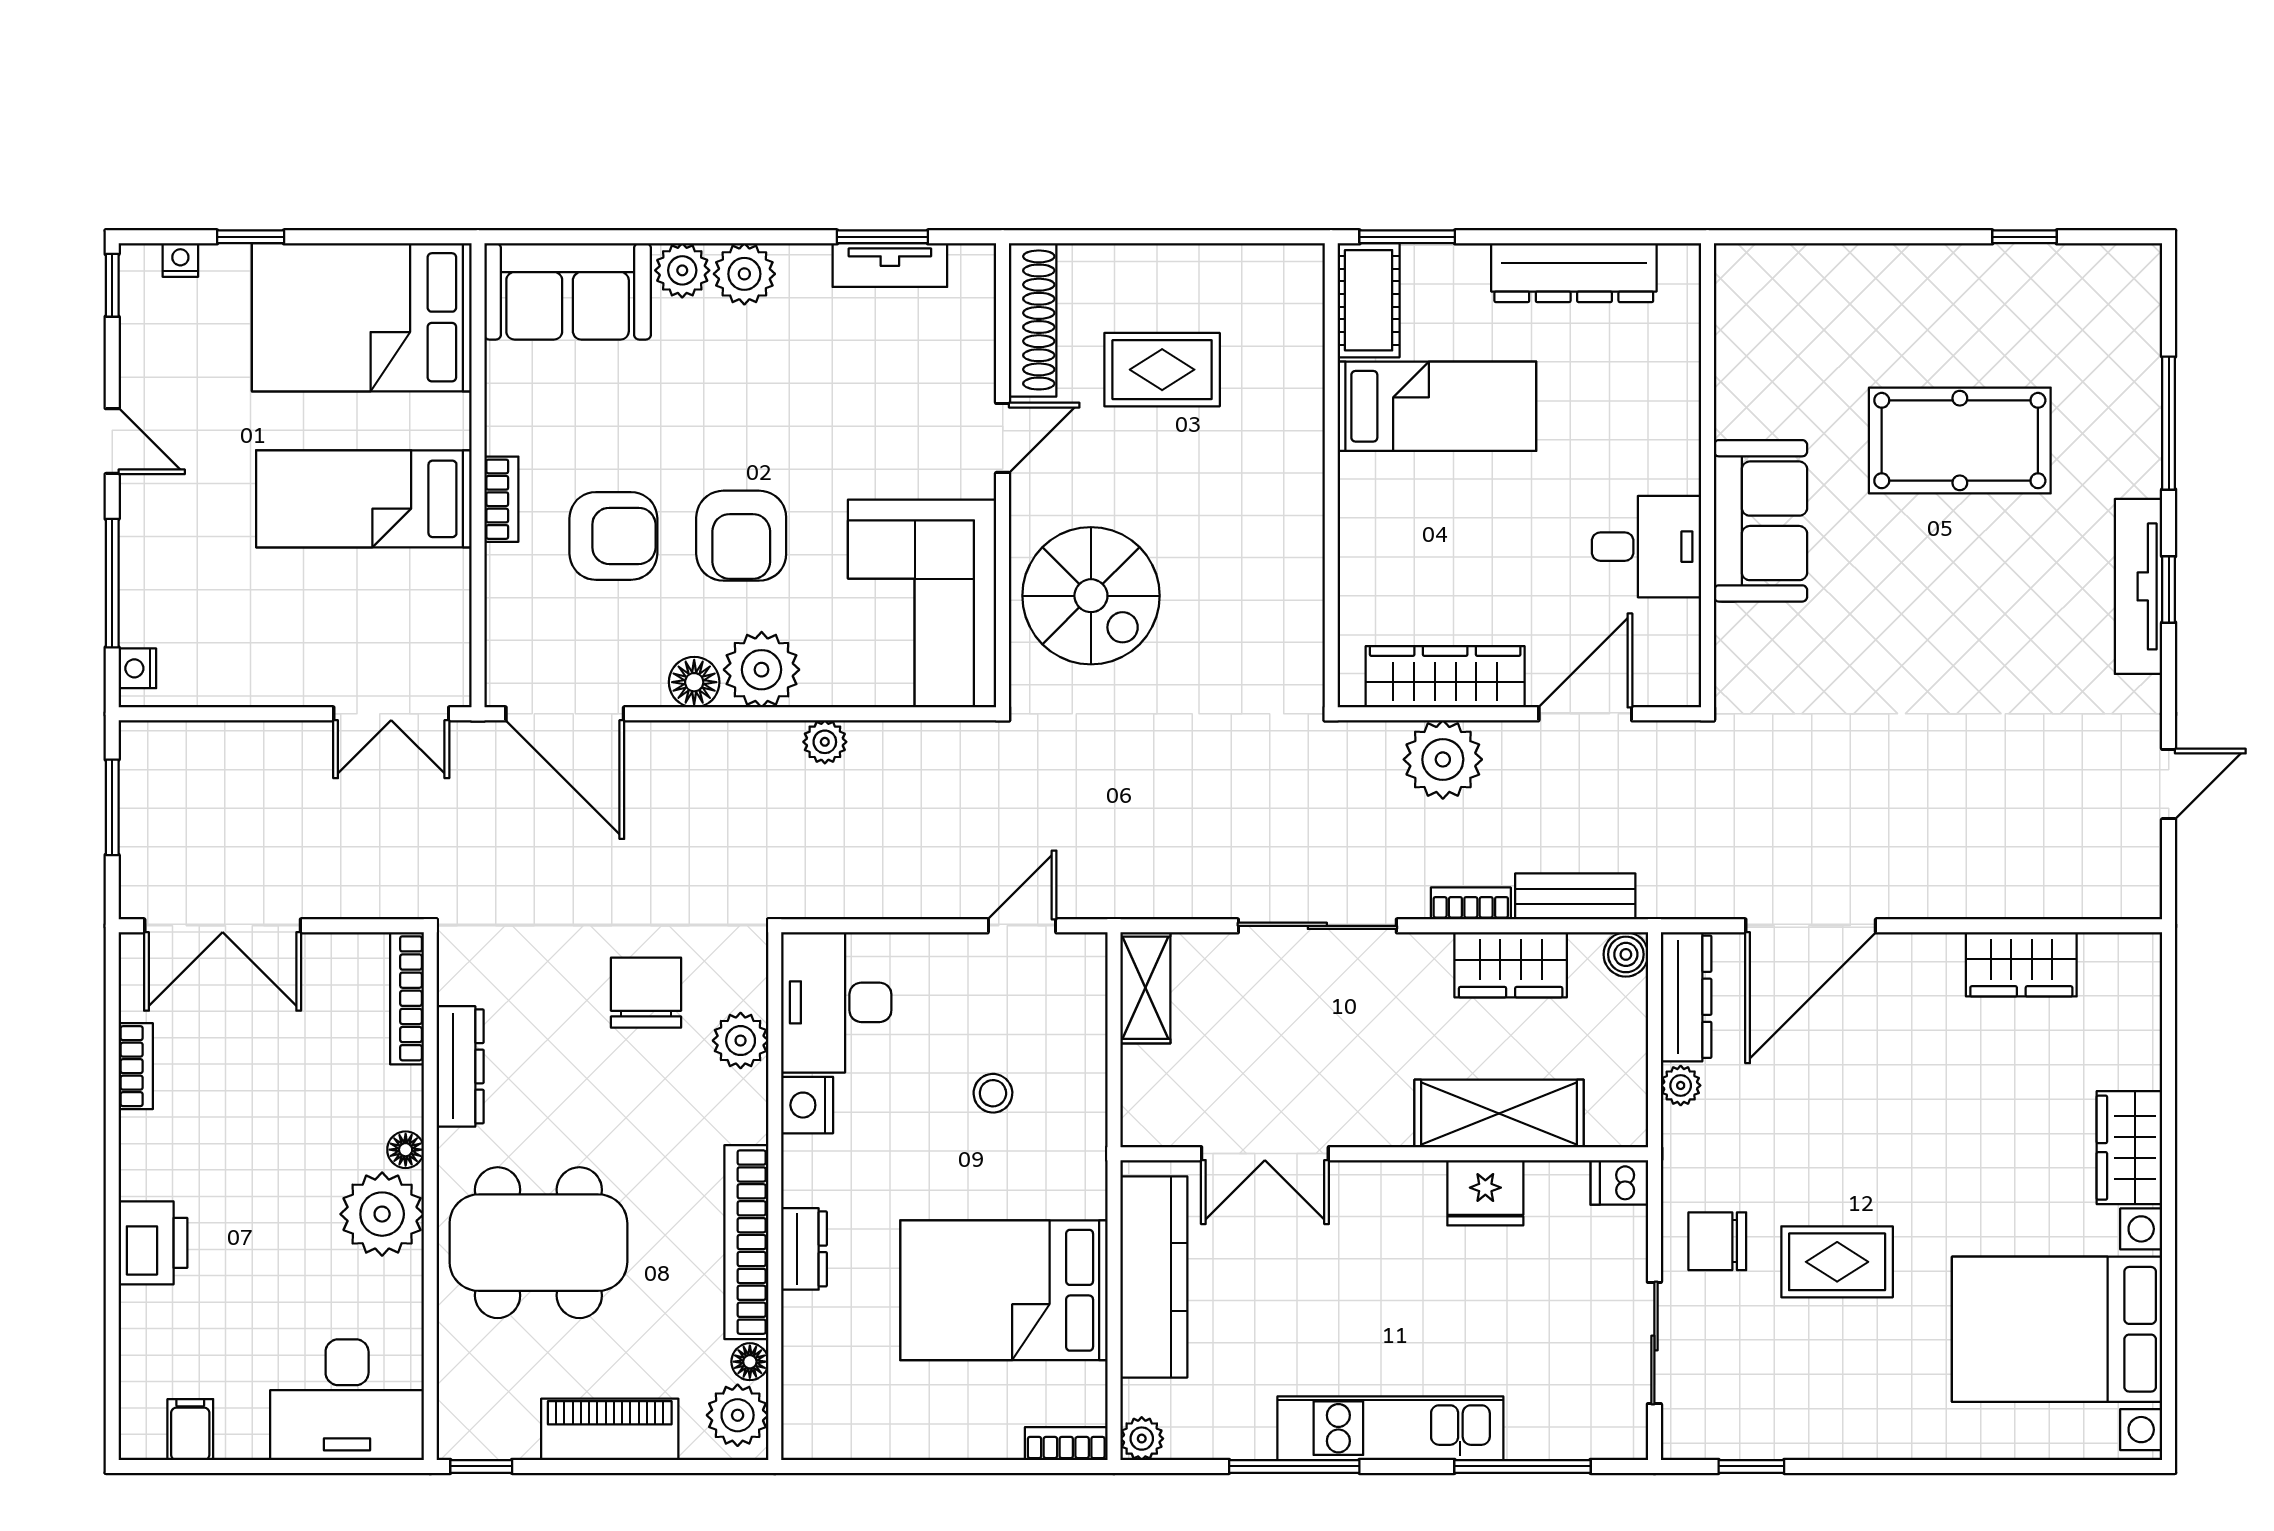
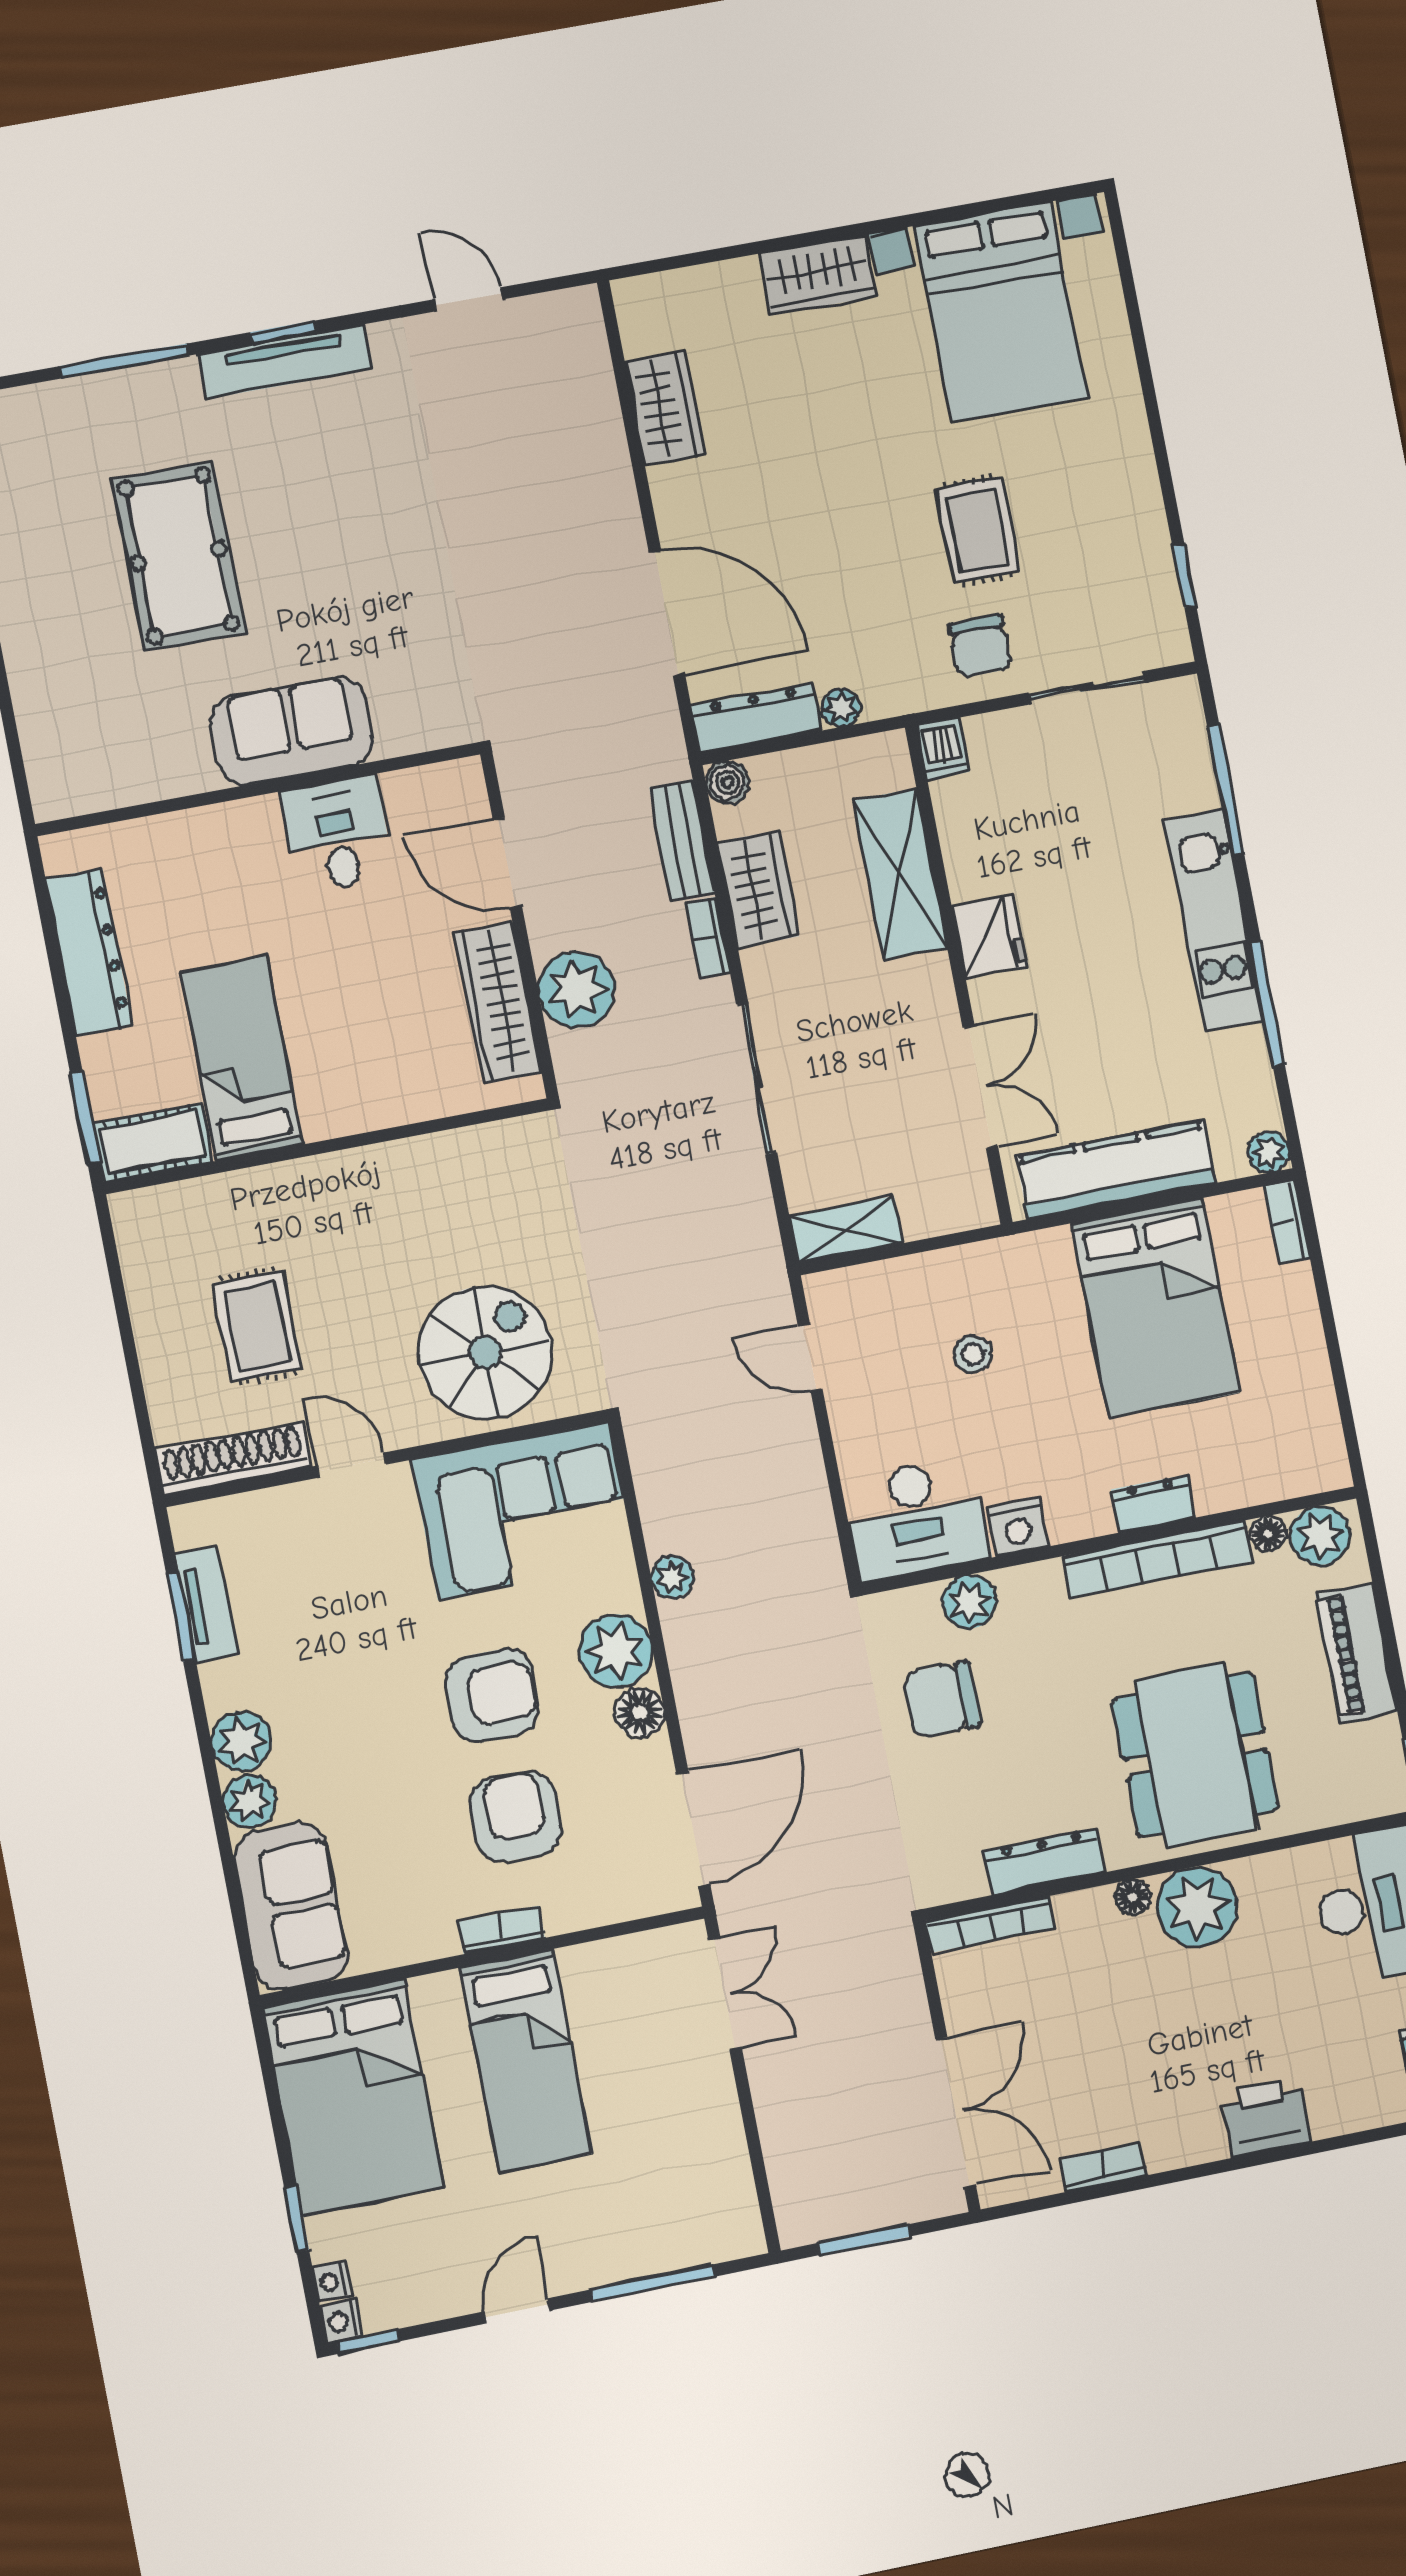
nightstand: (137, 668) -> (341, 2321), moved, turned 90
fridge: (1485, 1193) -> (989, 936), moved

